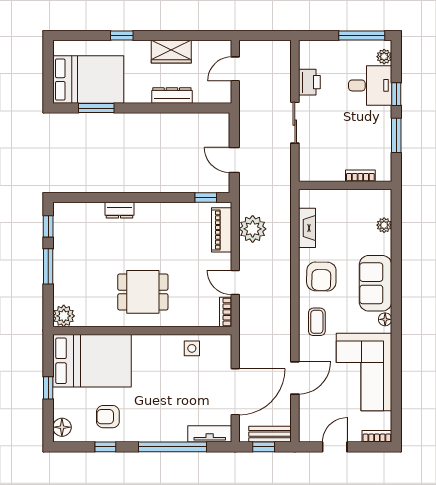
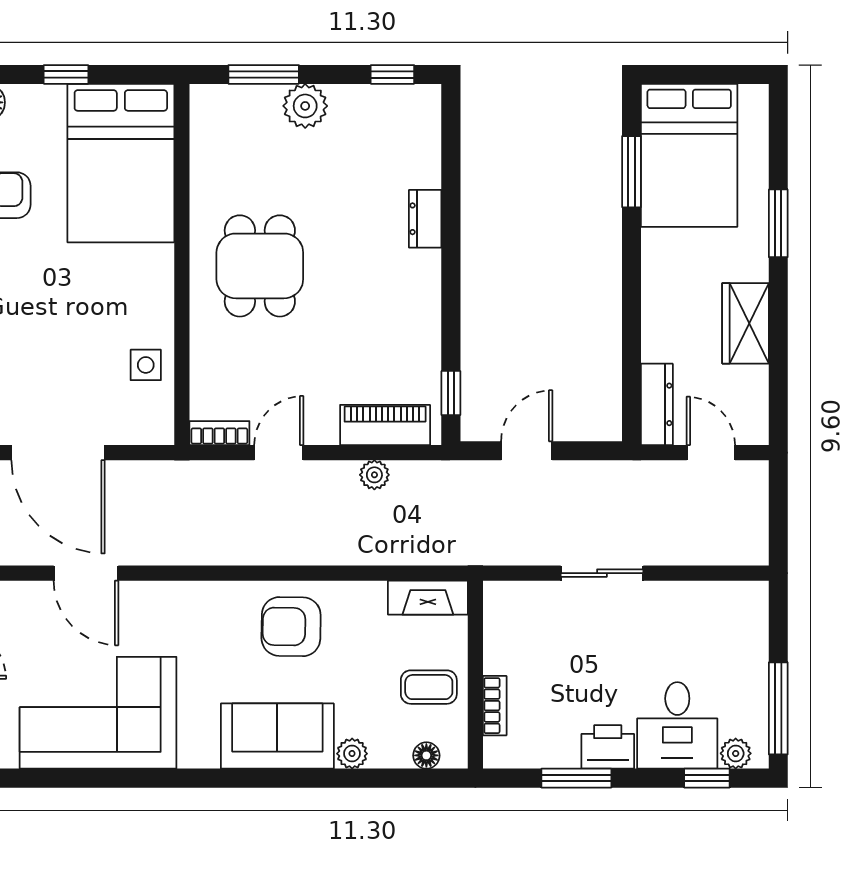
window: (122, 35) -> (778, 223), width x1.50
printer: (309, 82) -> (608, 747), moved, turned 180
window: (396, 94) -> (707, 778), moved
dresser: (172, 96) -> (657, 404), moved
plant: (384, 225) -> (352, 754), moved
fireplace: (307, 228) -> (428, 598), moved
plant: (253, 229) -> (374, 475), width x0.53, depth x0.53
window: (48, 266) -> (264, 74), moved
plant: (64, 316) -> (305, 106), moved
floor lamp: (385, 319) -> (426, 755), moved
coffee table: (317, 322) -> (429, 687), moved

